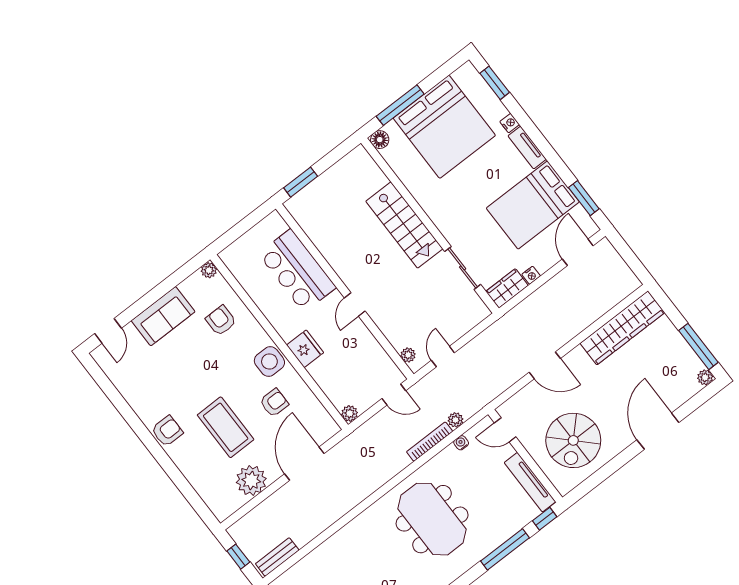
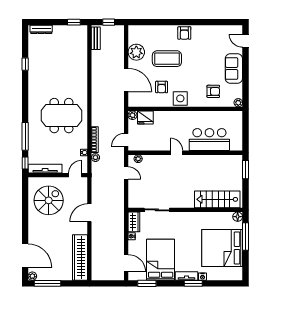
window: (495, 83) -> (193, 283), moved
stairs: (404, 225) -> (217, 199), moved
fridge: (305, 349) -> (145, 118), moved
door: (658, 431) -> (25, 256), moved
spiral stairs: (573, 440) -> (49, 200), turned 90

